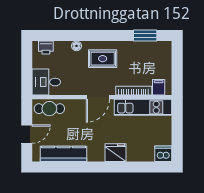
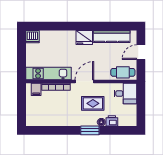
window: (145, 36) -> (90, 130), moved
printer: (46, 48) -> (112, 121), moved
rug: (103, 59) -> (93, 103), moved
fridge: (116, 153) -> (84, 37), moved

